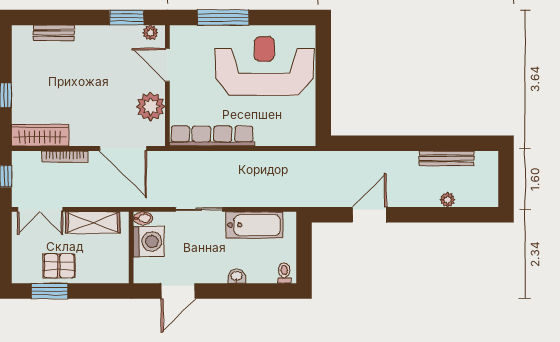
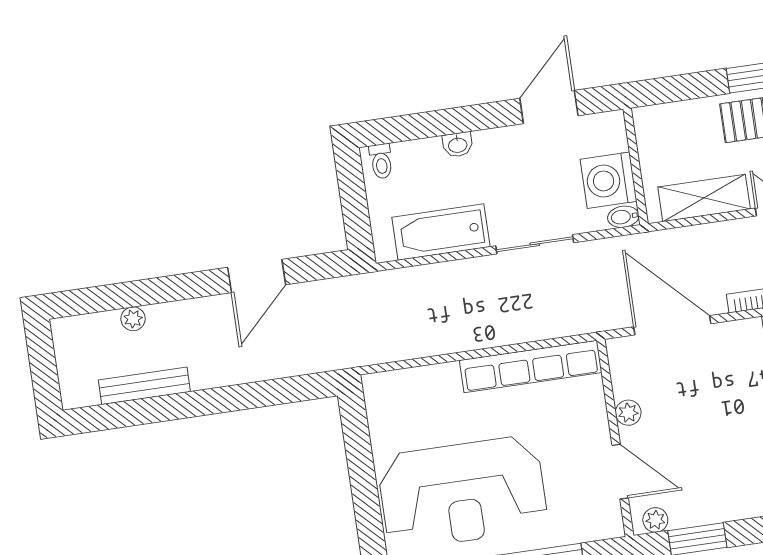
plant: (151, 106) -> (628, 413), width x0.53, depth x0.53

